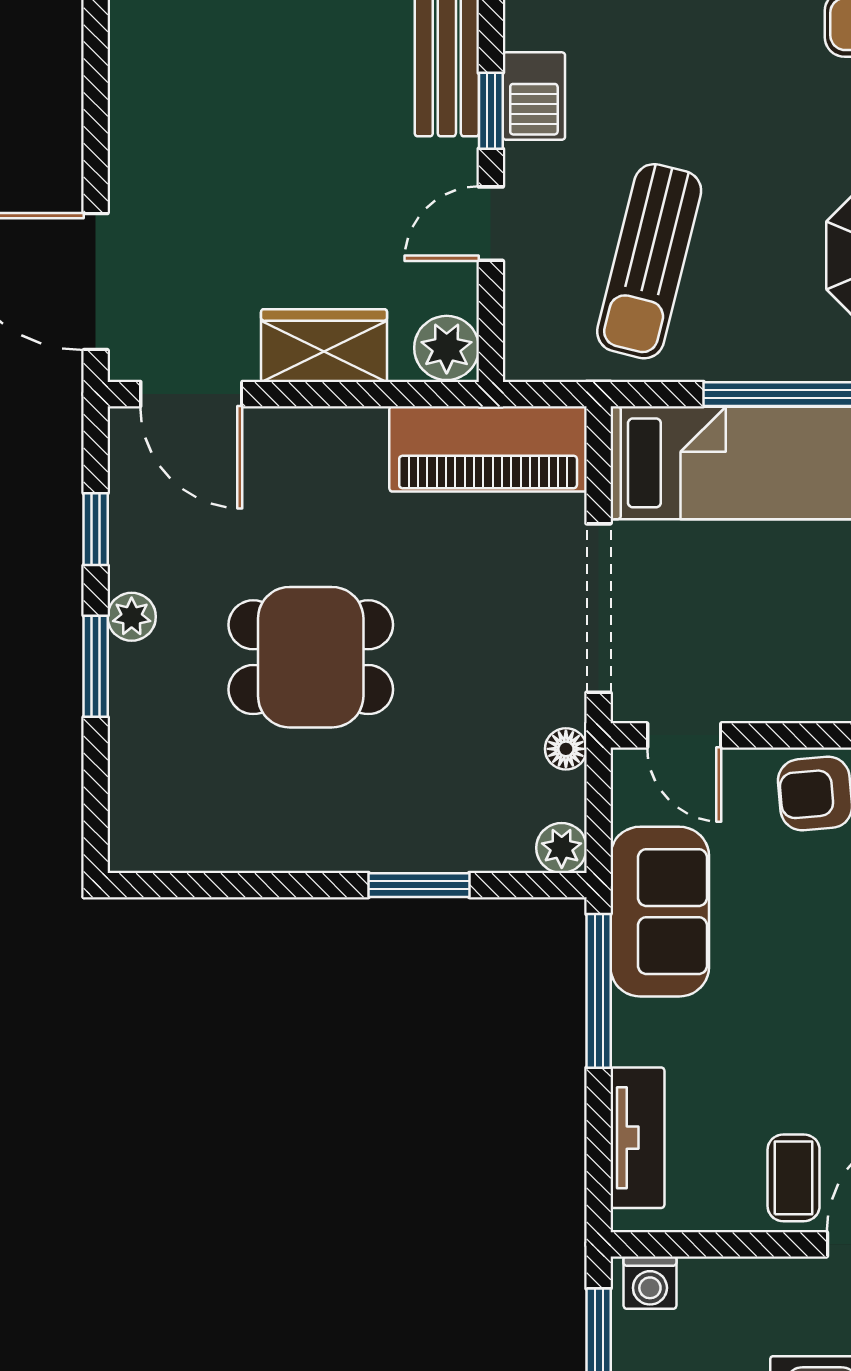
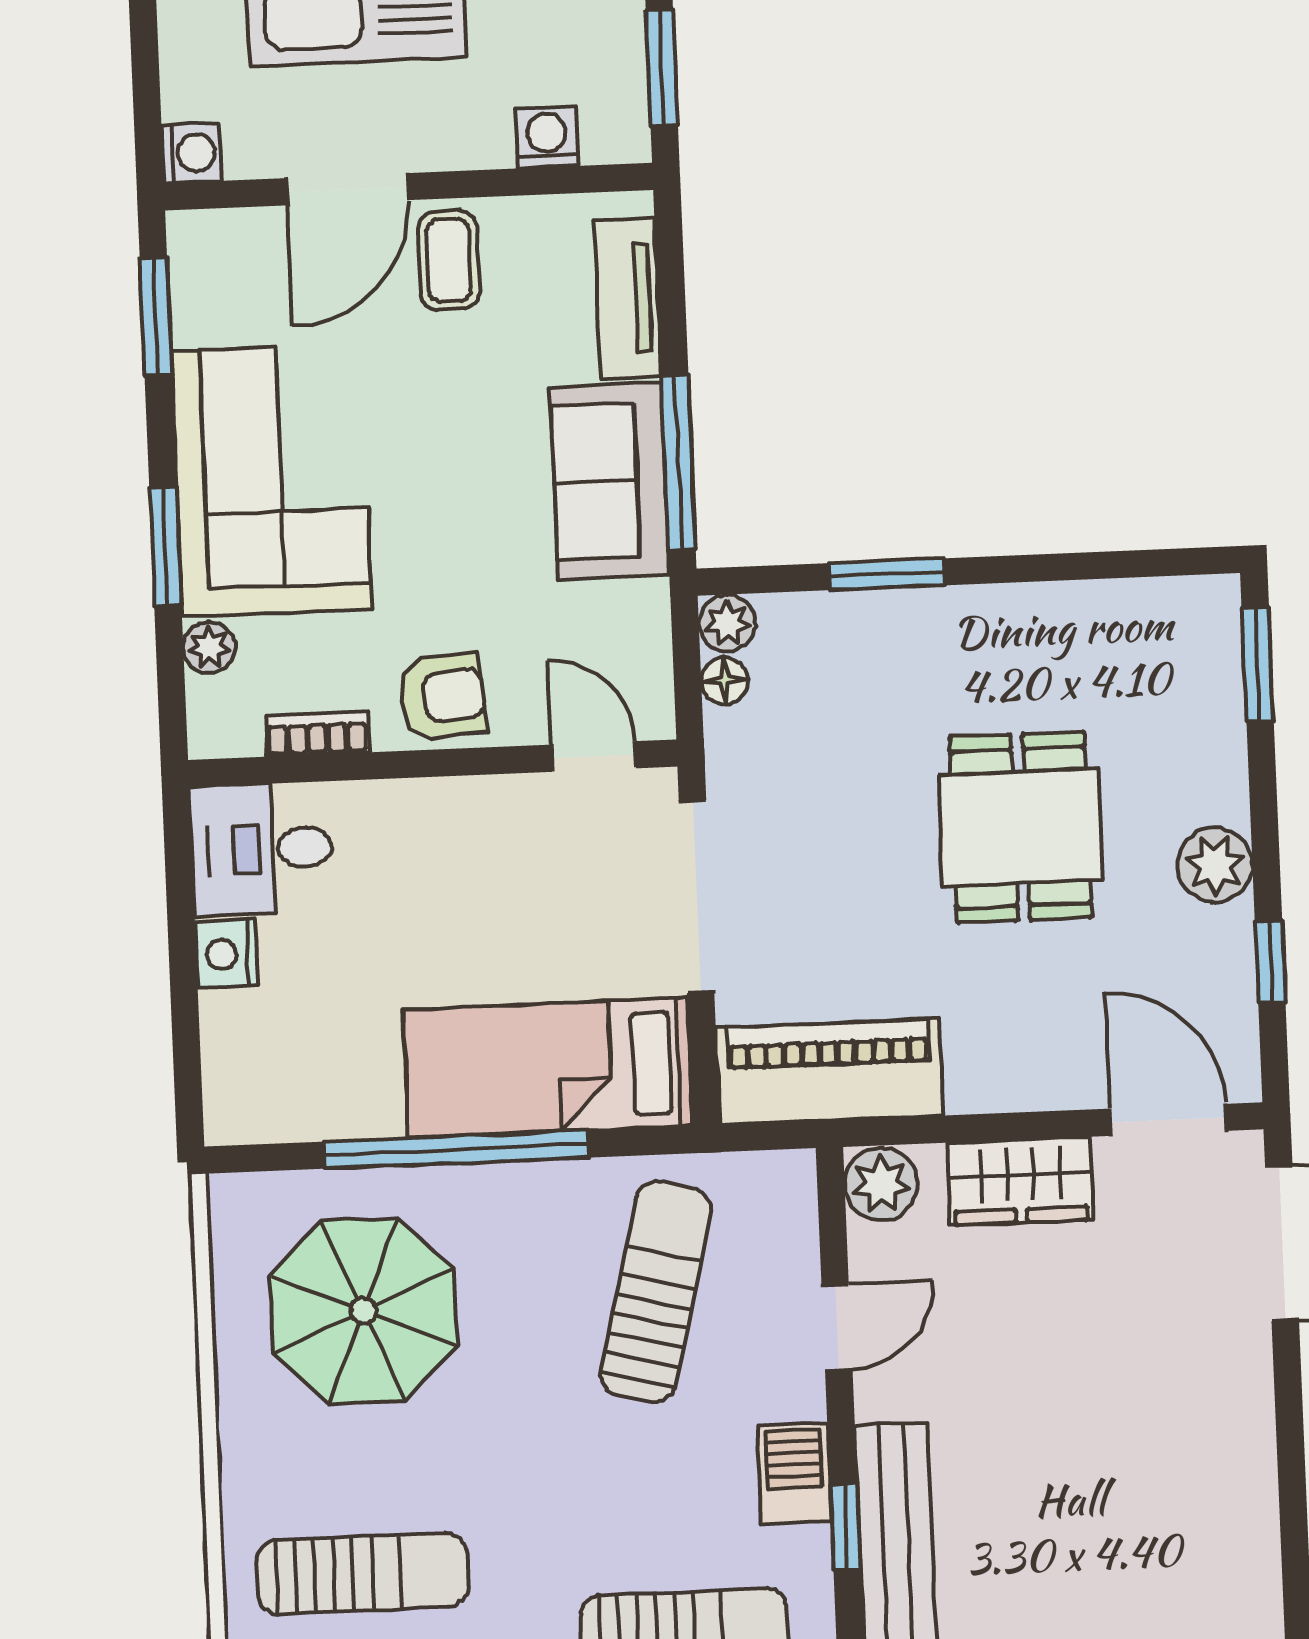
window: (491, 111) -> (845, 1527), moved
plant: (132, 617) -> (1215, 865), width x1.38, depth x1.38
dining table: (311, 657) -> (1020, 827), turned 90
window: (96, 666) -> (1258, 665), moved
floor lamp: (566, 749) -> (725, 681), moved
sofa: (660, 912) -> (610, 481), moved
washing machine: (650, 1283) -> (547, 137), moved

